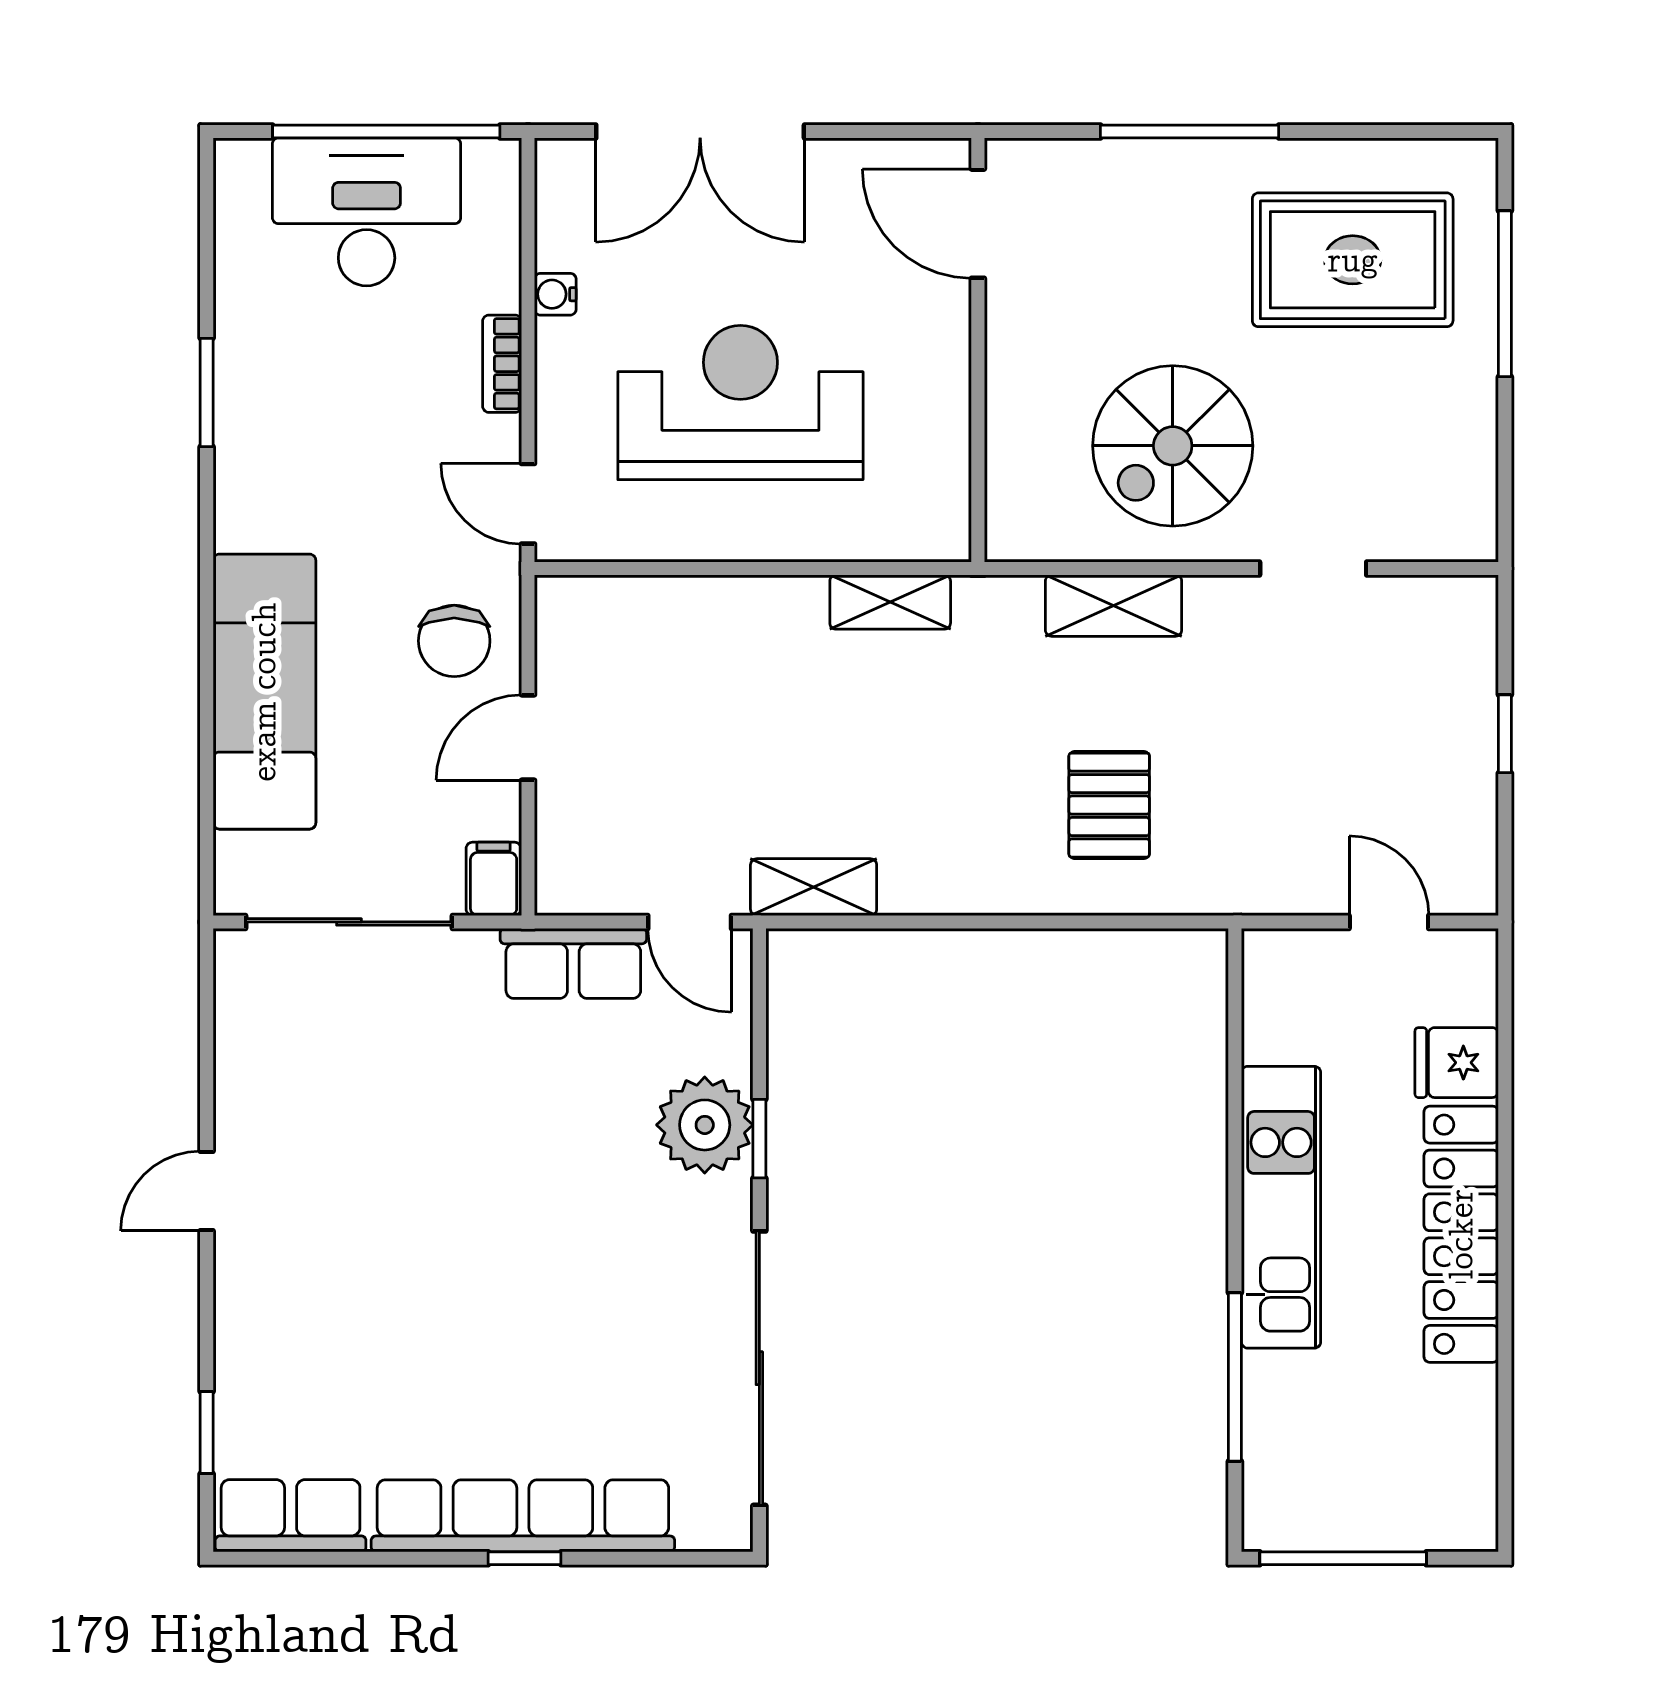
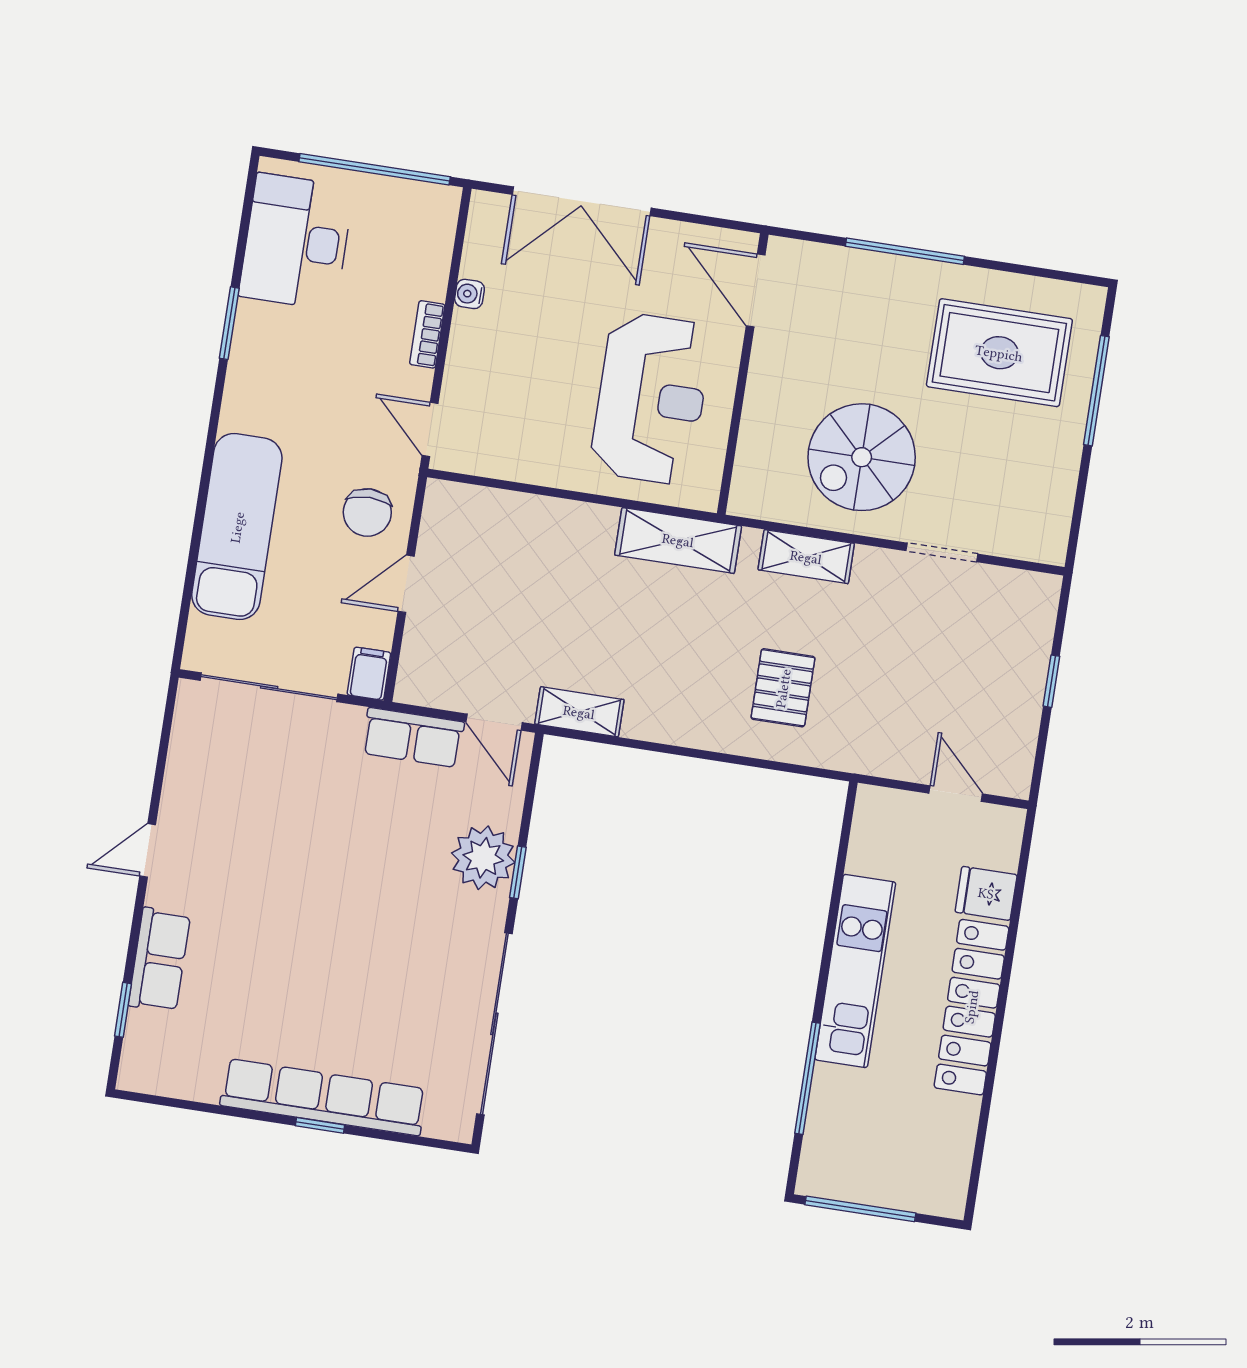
desk: (367, 212) -> (296, 242), moved, turned -90
reception desk: (740, 403) -> (651, 399), moved, turned 90
shelving: (890, 602) -> (678, 540), width x1.50, depth x1.33
row of seats: (291, 1516) -> (159, 960), moved, turned 90

